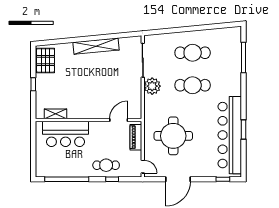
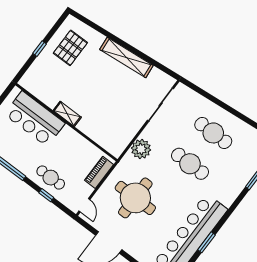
pallet: (45, 60) -> (70, 48), moved
plant: (152, 86) -> (141, 149), moved
shelving: (56, 114) -> (67, 114), moved
door: (119, 120) -> (95, 144), removed

